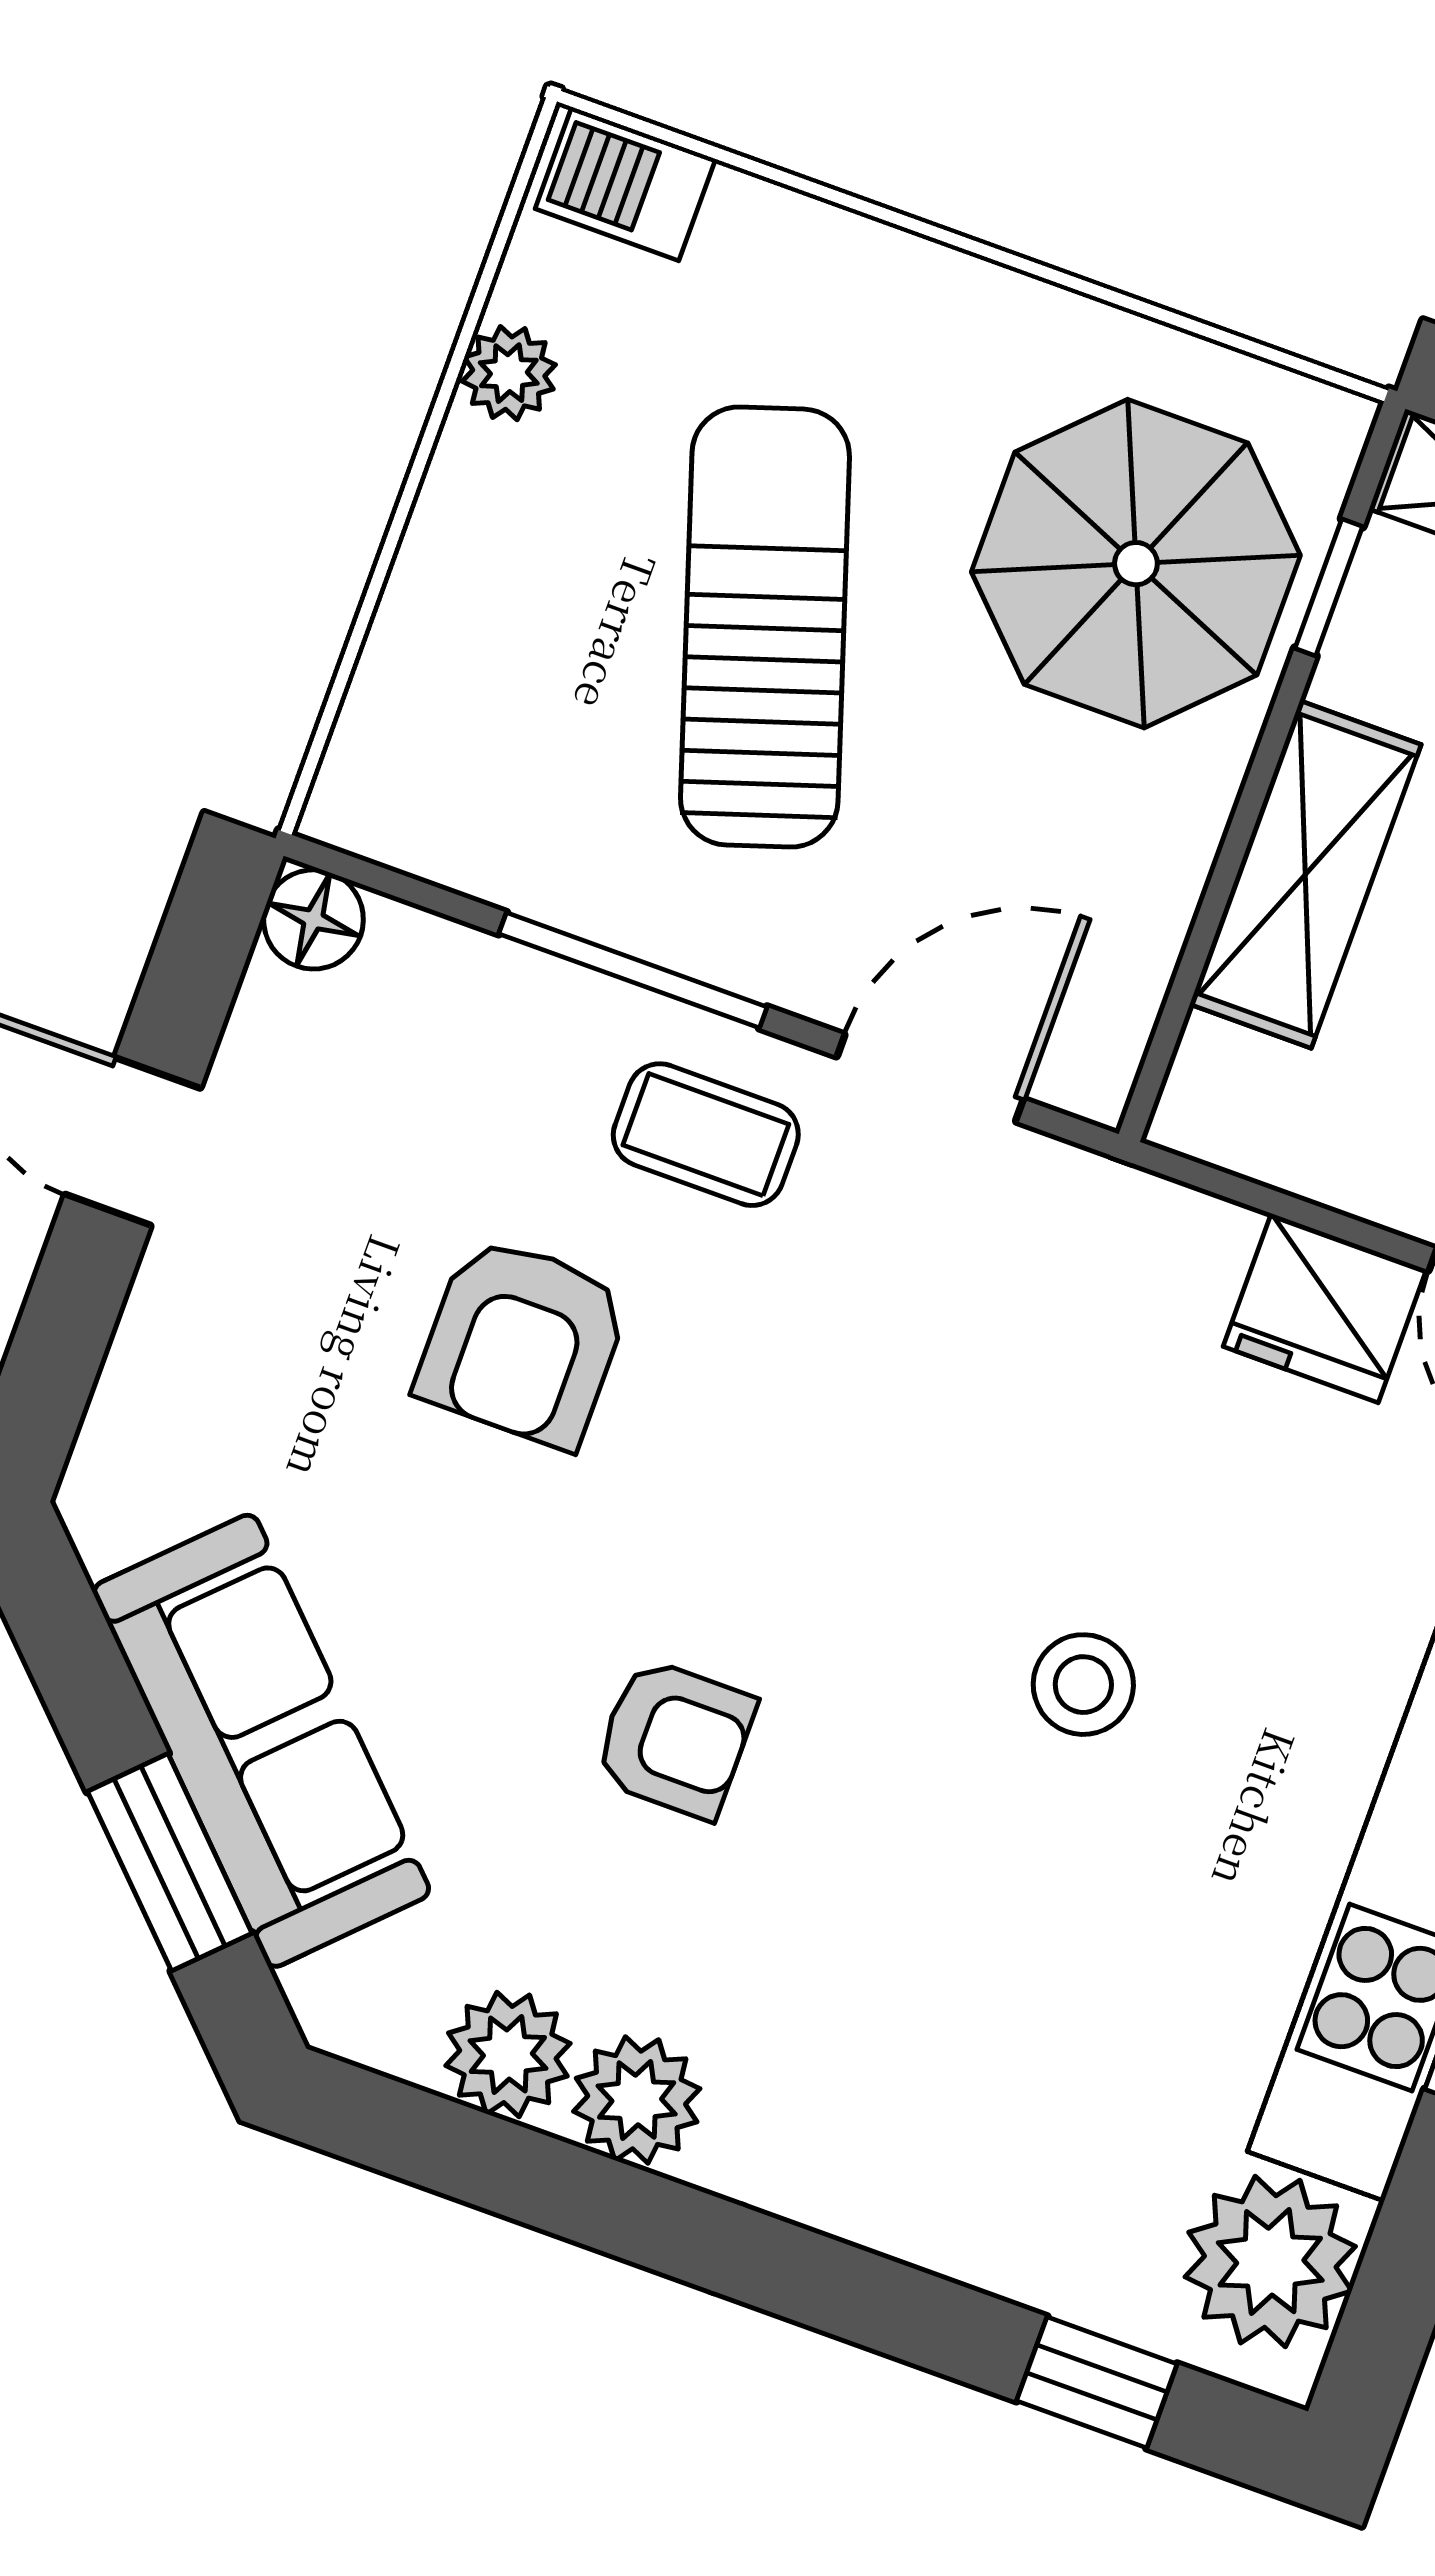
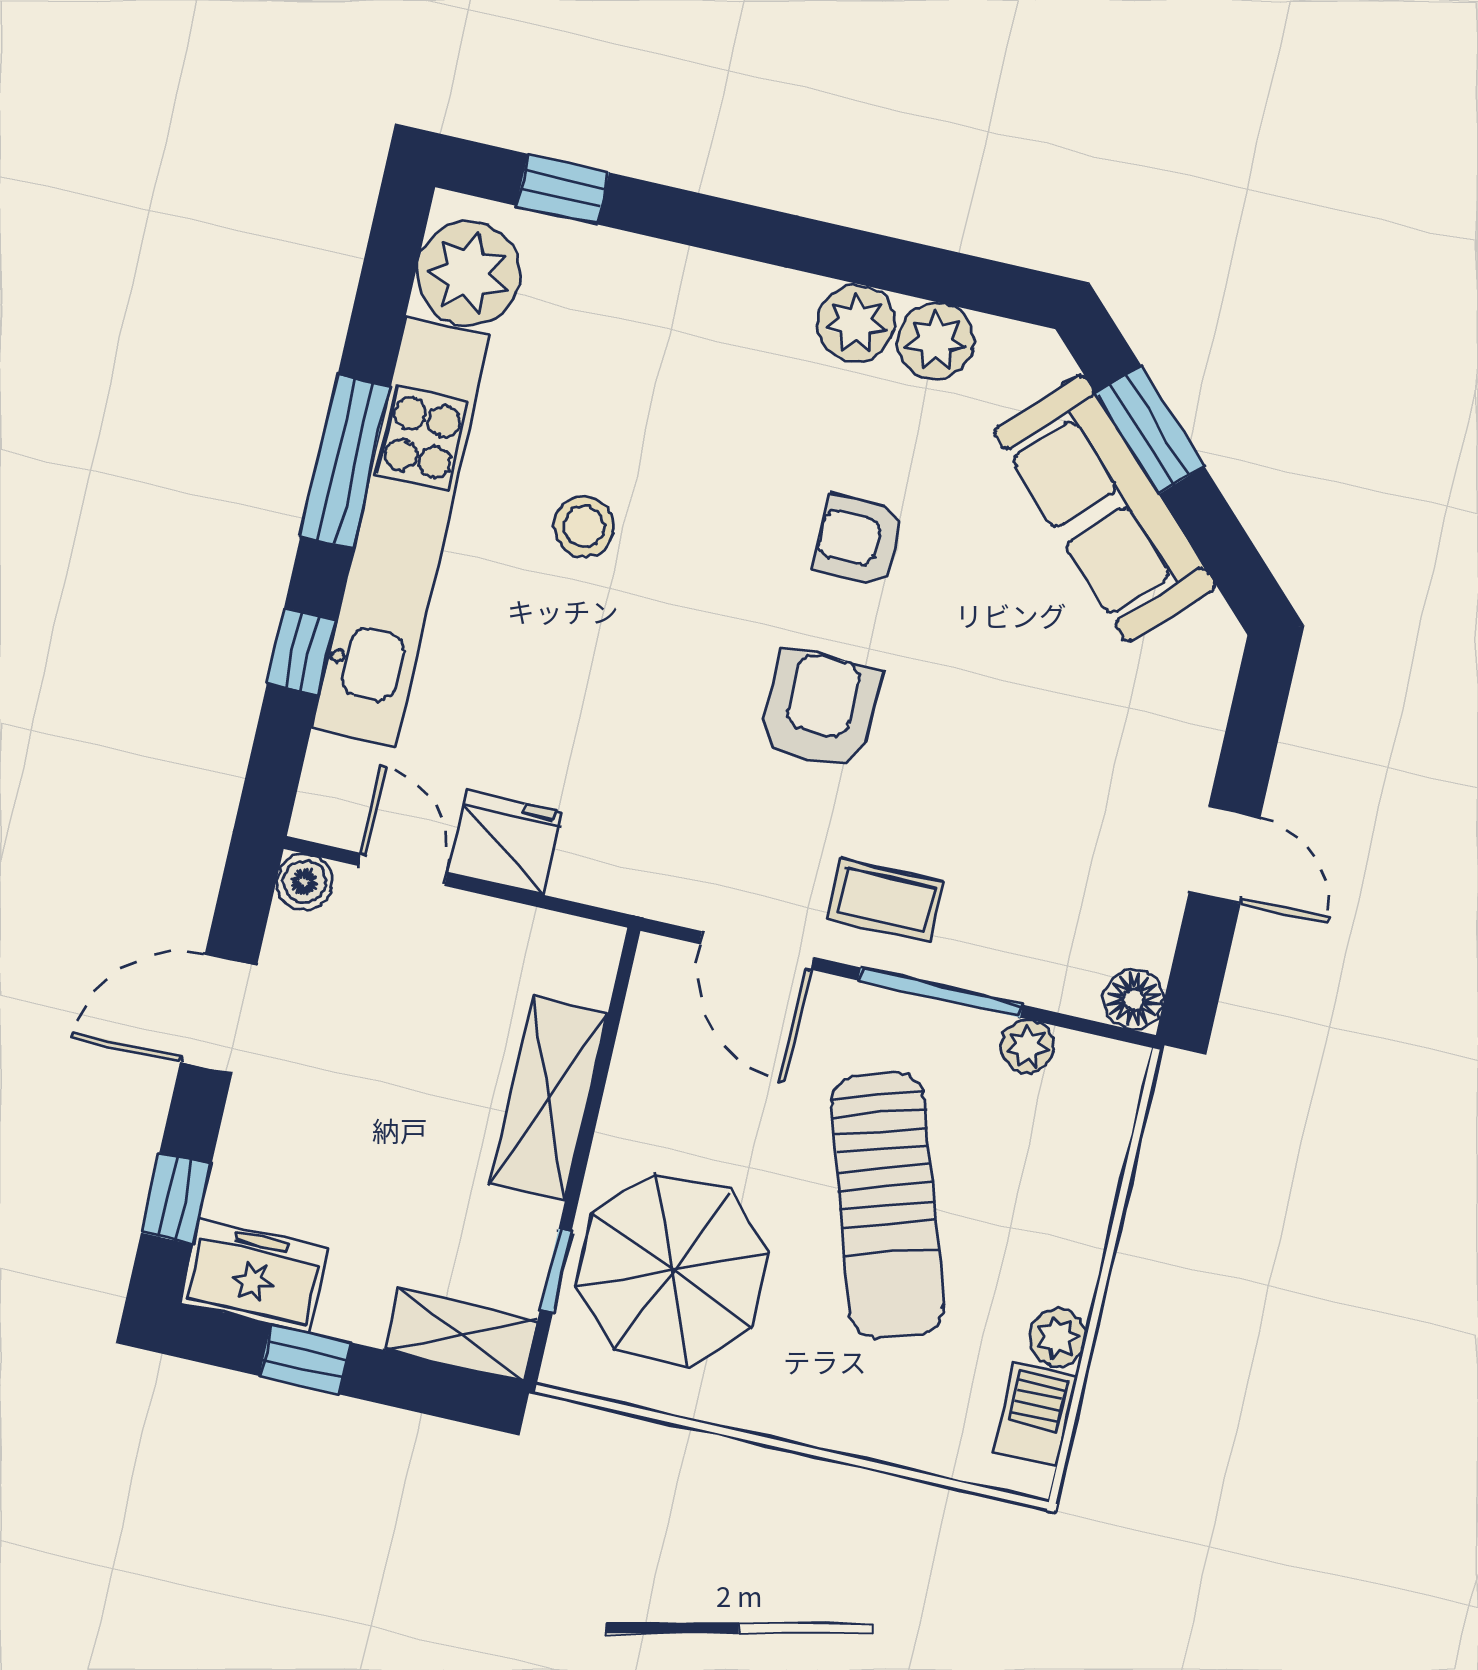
barbecue: (625, 184) -> (1036, 1414), moved, turned -90
plant: (500, 863) -> (1027, 1046), added
door: (930, 1078) -> (756, 950), hinge flipped
armchair: (523, 1342) -> (820, 710), moved
stool: (1083, 1685) -> (584, 527), moved

